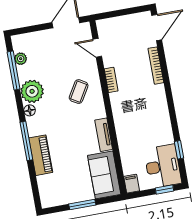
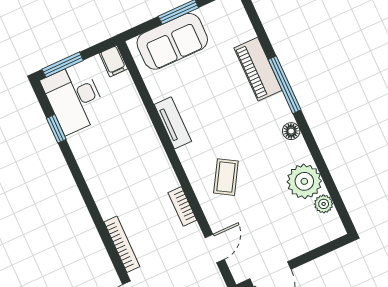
door: (97, 48) -> (215, 248), hinge flipped
window: (14, 70) -> (330, 184), removed
plant: (32, 91) -> (304, 181), moved
sofa: (104, 175) -> (172, 41), moved, turned 90
window: (165, 190) -> (63, 65), width x1.50

